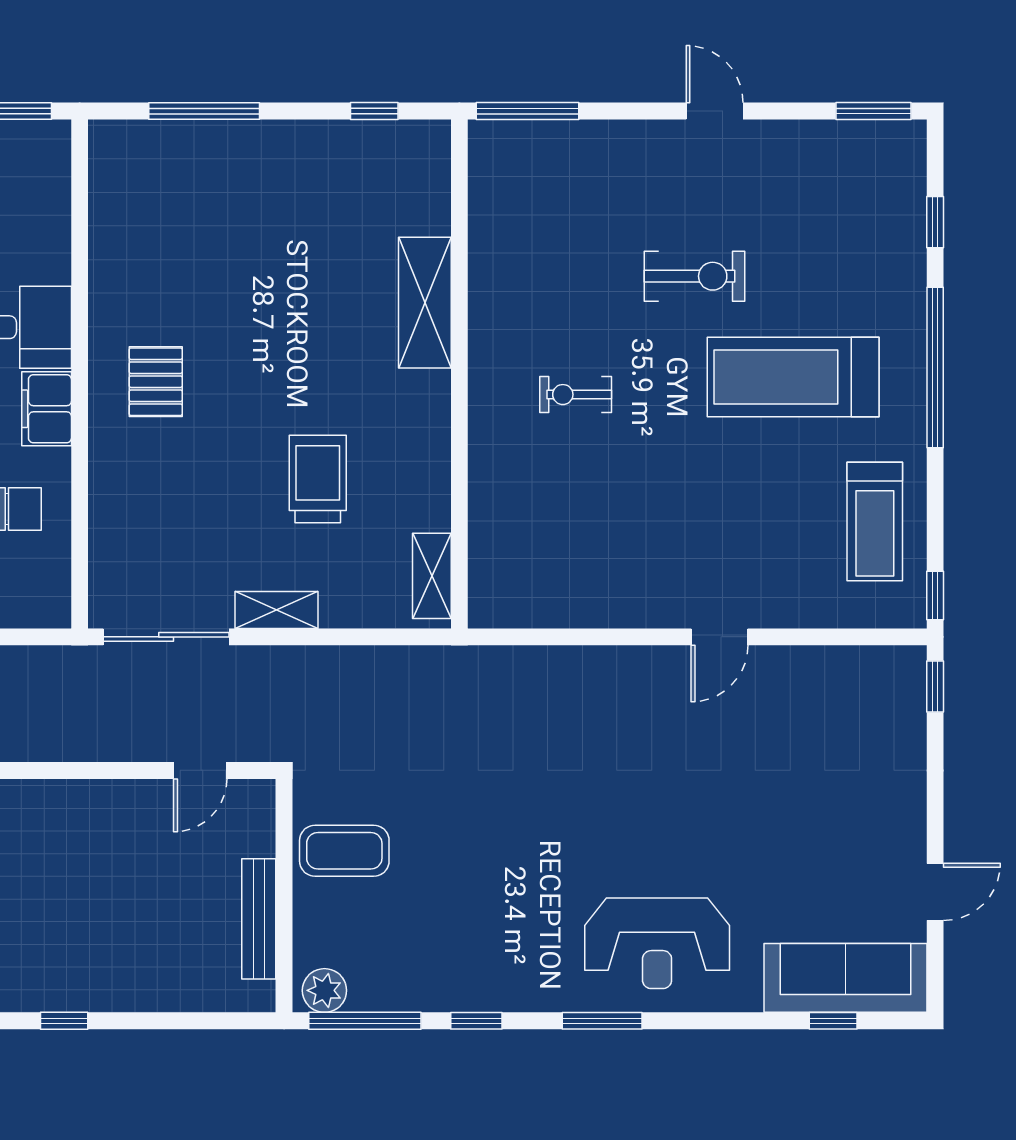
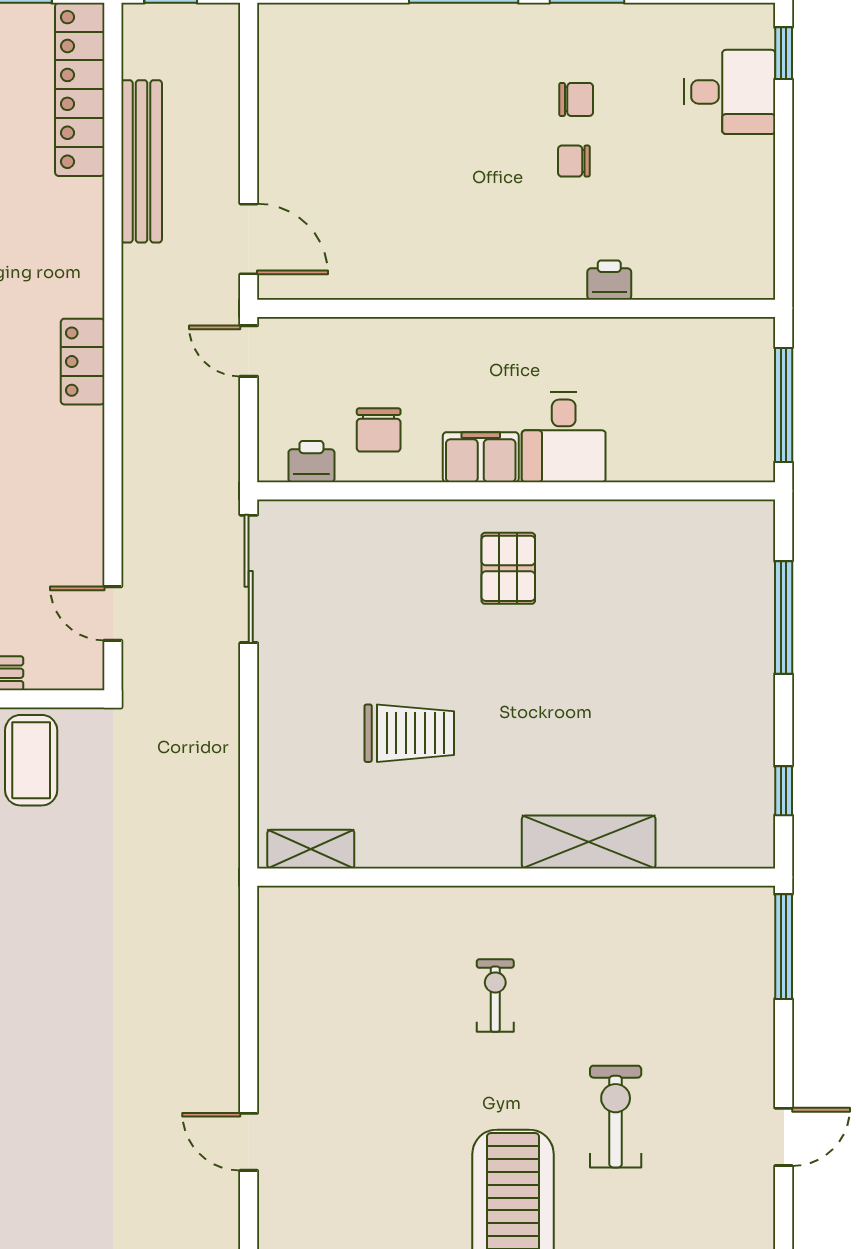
exercise bike: (695, 276) -> (616, 1117), turned 180
pallet: (156, 382) -> (508, 568), turned 90
printer: (51, 575) -> (311, 462), added
shelving: (276, 610) -> (276, 691), removed

